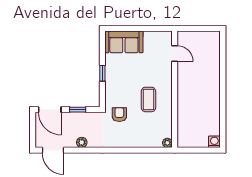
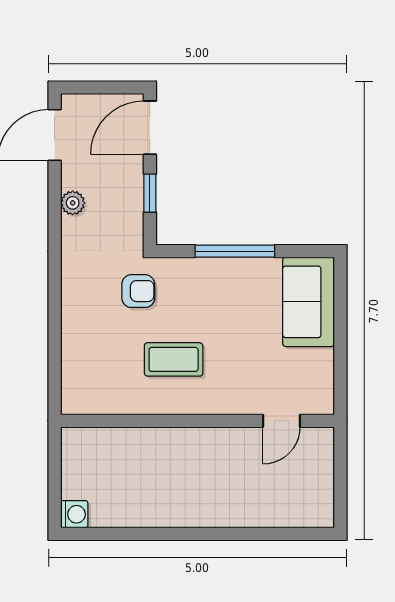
window: (102, 73) -> (235, 251), width x2.17
plant: (167, 143) -> (72, 404), removed

